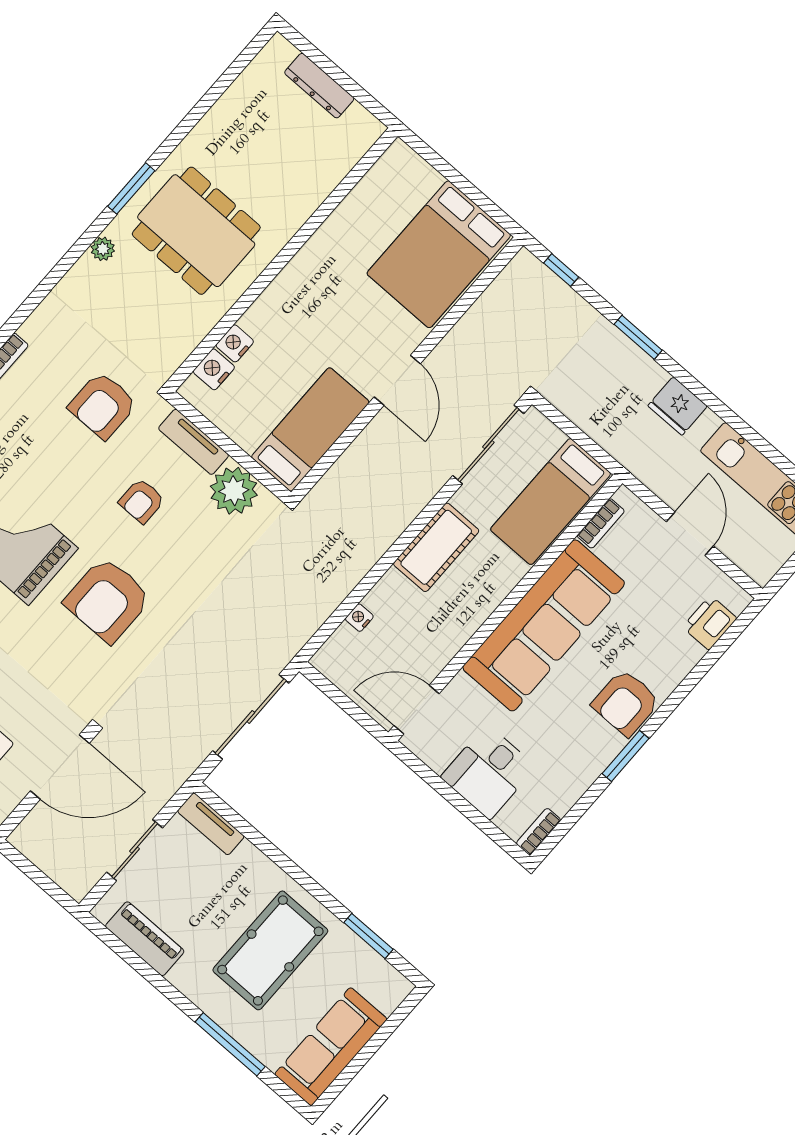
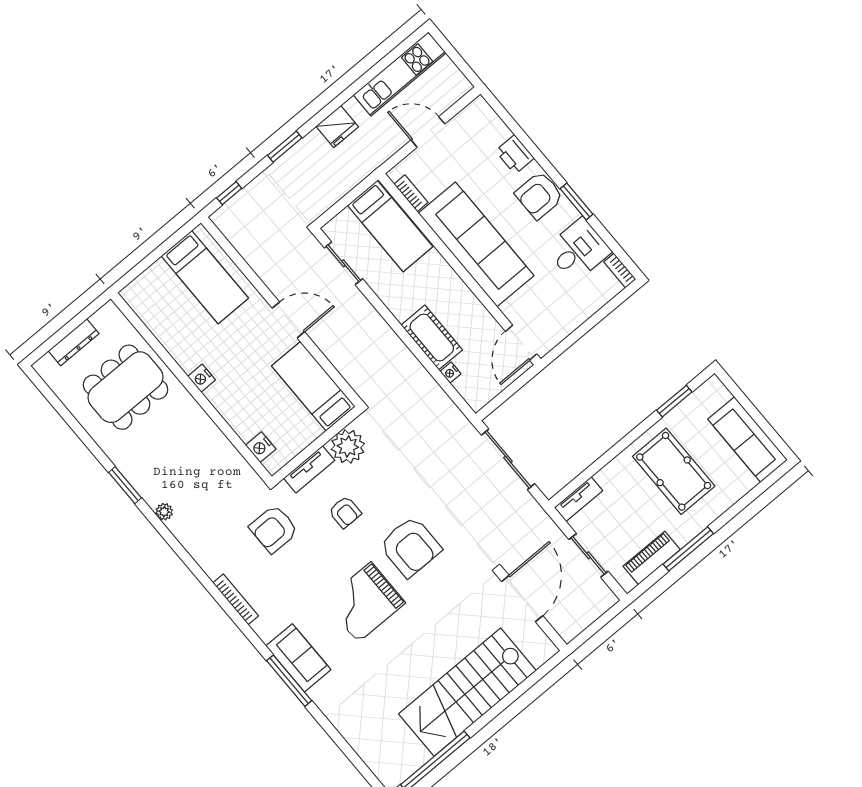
dining table: (196, 231) -> (125, 387), moved
bed: (439, 254) -> (205, 277), width x0.67
nightstand: (235, 343) -> (202, 378), moved
armchair: (103, 405) -> (274, 529), turned 90
sliding door: (488, 445) -> (343, 263), width x0.73
cot: (436, 547) -> (432, 337), moved
printer: (710, 623) -> (515, 154), moved
armchair: (626, 703) -> (539, 195), turned 90
desk: (488, 772) -> (578, 250), moved, turned -90
window: (230, 1044) -> (688, 549), moved

